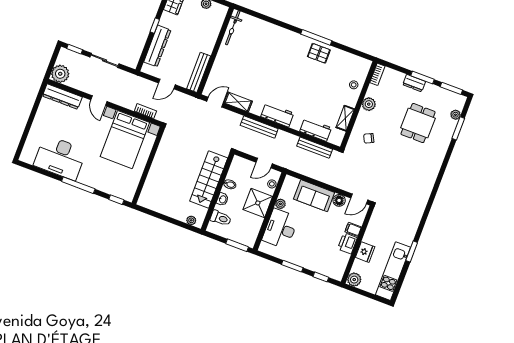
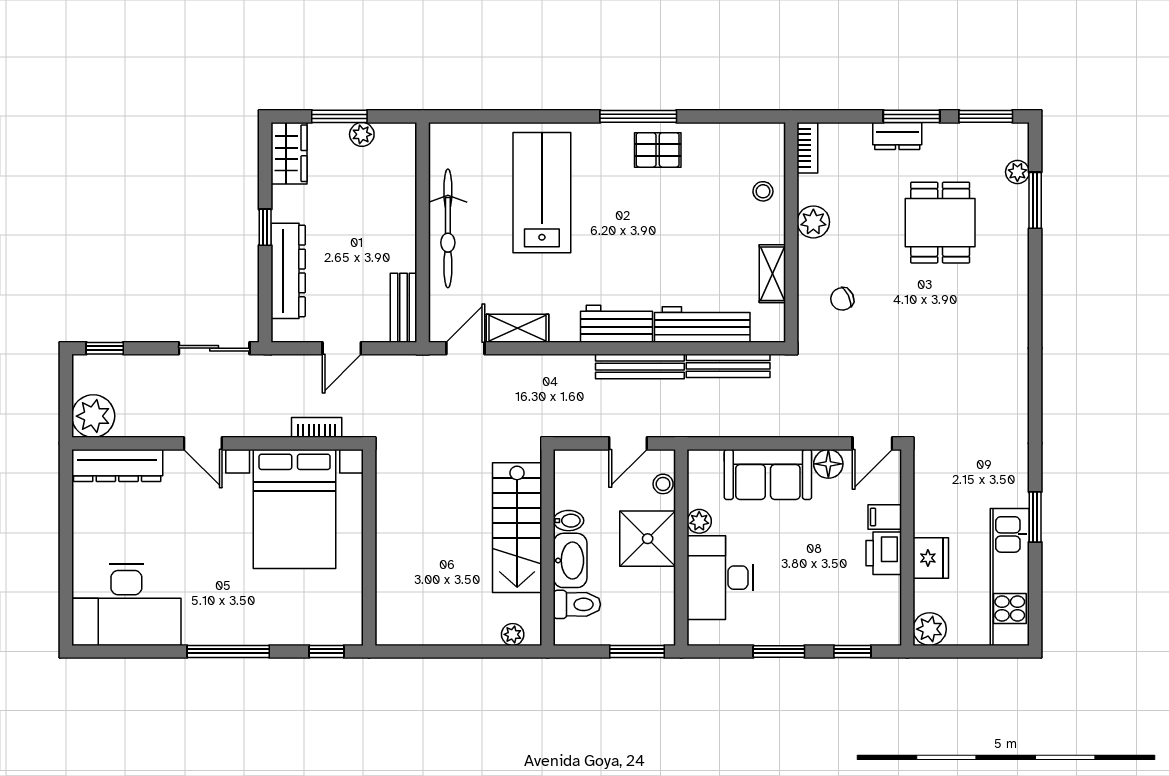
bicycle: (233, 28) -> (448, 228), moved, width x1.37, depth x1.40
lab bench: (268, 53) -> (542, 193), added
sliding door: (105, 60) -> (214, 348), moved
bench: (199, 72) -> (403, 308), width x0.73
bench: (259, 127) -> (640, 367), moved
workbench: (316, 130) -> (702, 324), width x1.38
desk: (60, 158) -> (126, 605), moved
washbasin: (222, 199) -> (570, 560), width x1.91, depth x1.45

